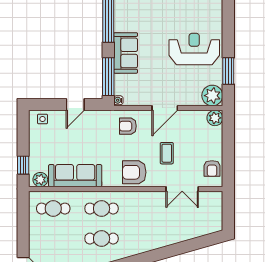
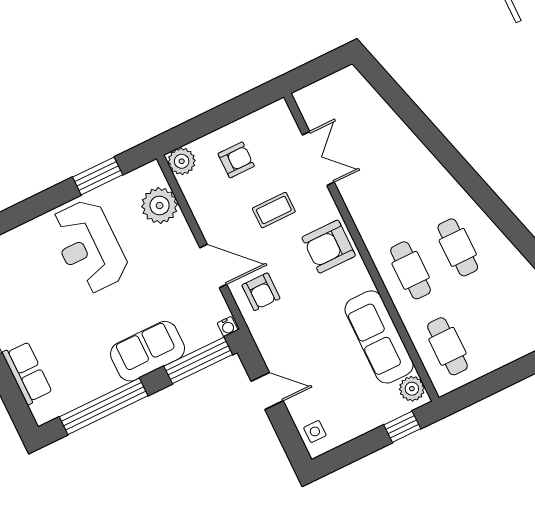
plant: (212, 96) -> (160, 205), moved
door: (165, 108) -> (213, 266), moved
armchair: (212, 168) -> (236, 160), moved
armchair: (134, 172) -> (329, 247), turned 90

